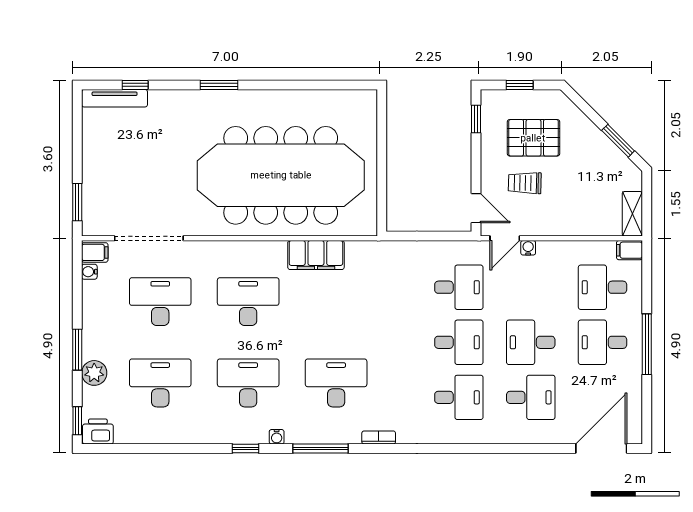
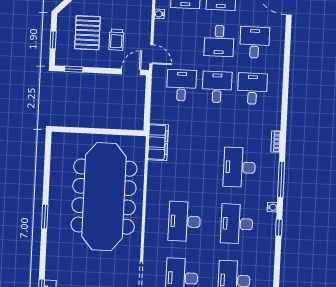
window: (219, 85) -> (45, 217), moved
water cooler: (528, 248) -> (159, 14), moved
filing cabinet: (316, 255) -> (158, 142), moved

